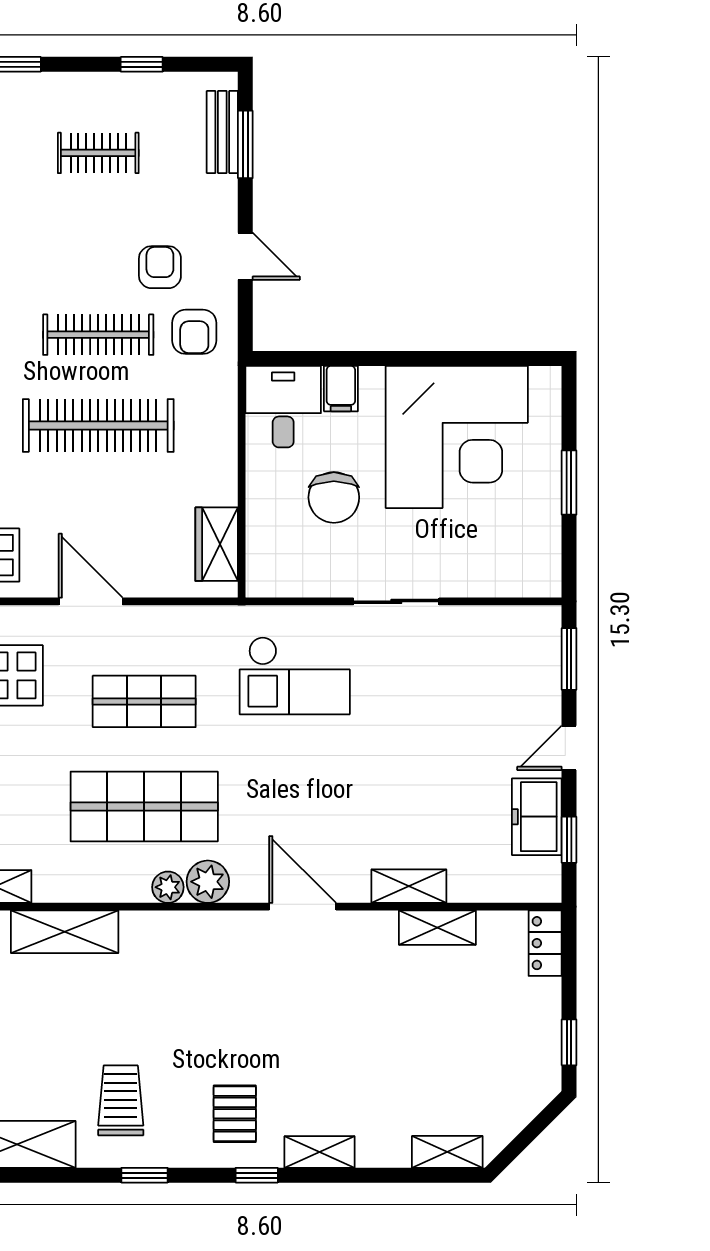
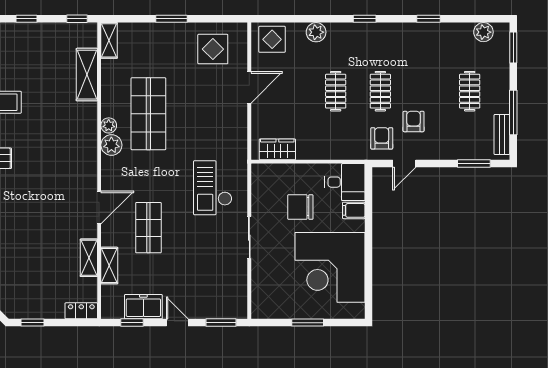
window: (142, 64) -> (513, 113), width x2.17
bench: (222, 132) -> (502, 134), moved, turned 90
door: (245, 256) -> (404, 163), moved
armchair: (160, 267) -> (414, 121), turned -90
armchair: (194, 332) -> (382, 138), turned 90
clothes rail: (98, 335) -> (380, 91), width x0.73
clothes rail: (98, 426) -> (336, 91), width x0.54, depth x0.76
shop shelf: (144, 701) -> (148, 228), moved
shelving: (409, 886) -> (109, 266), moved
door: (303, 907) -> (99, 208), moved

